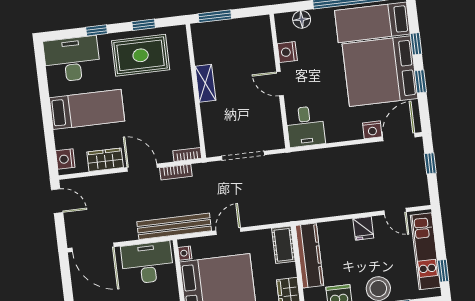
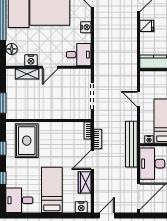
rug: (141, 55) -> (27, 141), moved
desk: (72, 59) -> (19, 200), width x0.73
shelving: (205, 83) -> (27, 74), moved
nightstand: (372, 130) -> (86, 27), moved
door: (228, 231) -> (139, 99), moved
cot: (283, 245) -> (151, 77), removed

